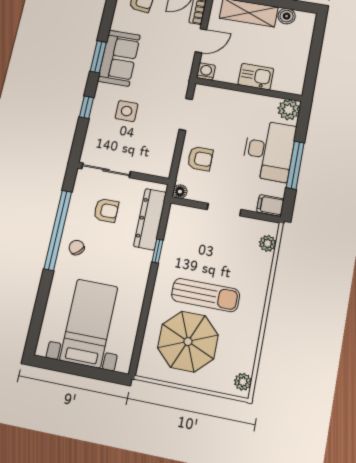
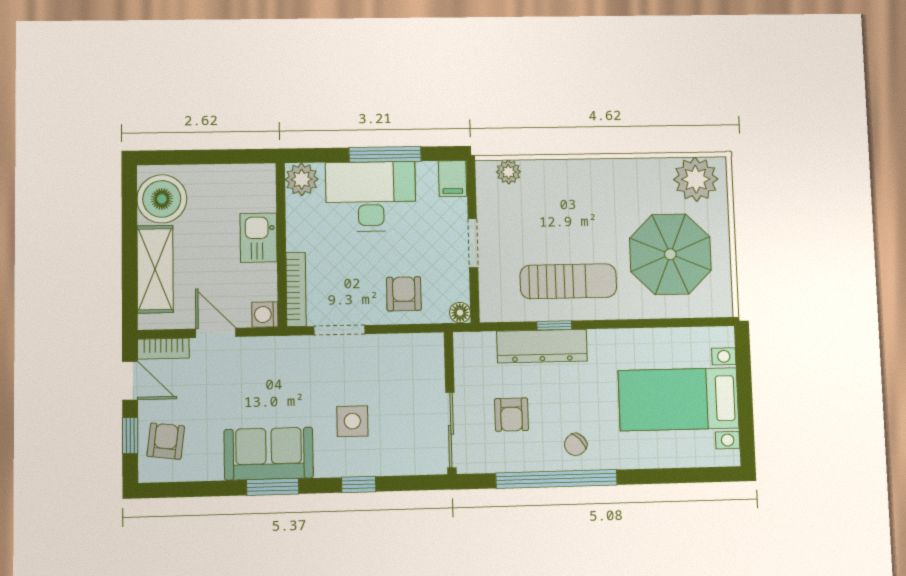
boiler: (287, 16) -> (162, 199), width x1.86, depth x1.86
bookcase: (218, 93) -> (296, 289), added
armchair: (106, 210) -> (511, 415), turned 180
dresser: (150, 219) -> (542, 346), moved
sun lounger: (205, 295) -> (568, 281), moved, turned 90
plant: (243, 382) -> (696, 179), width x1.87, depth x1.87

